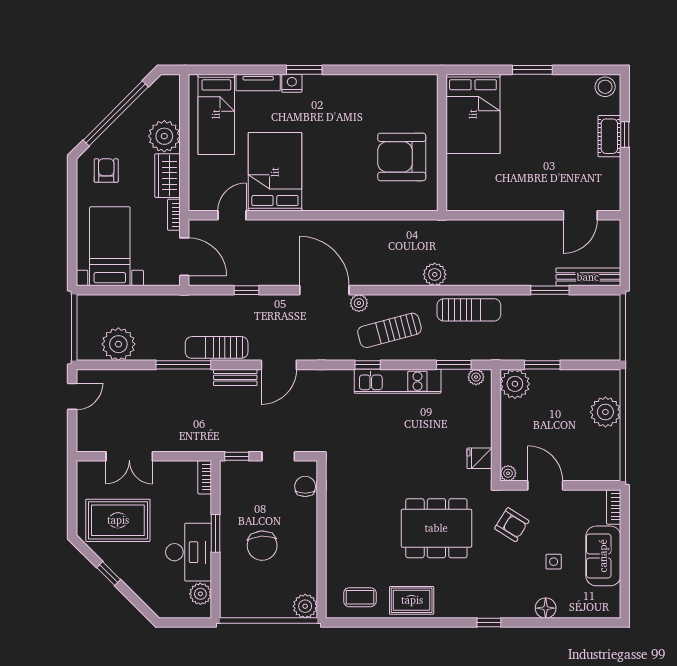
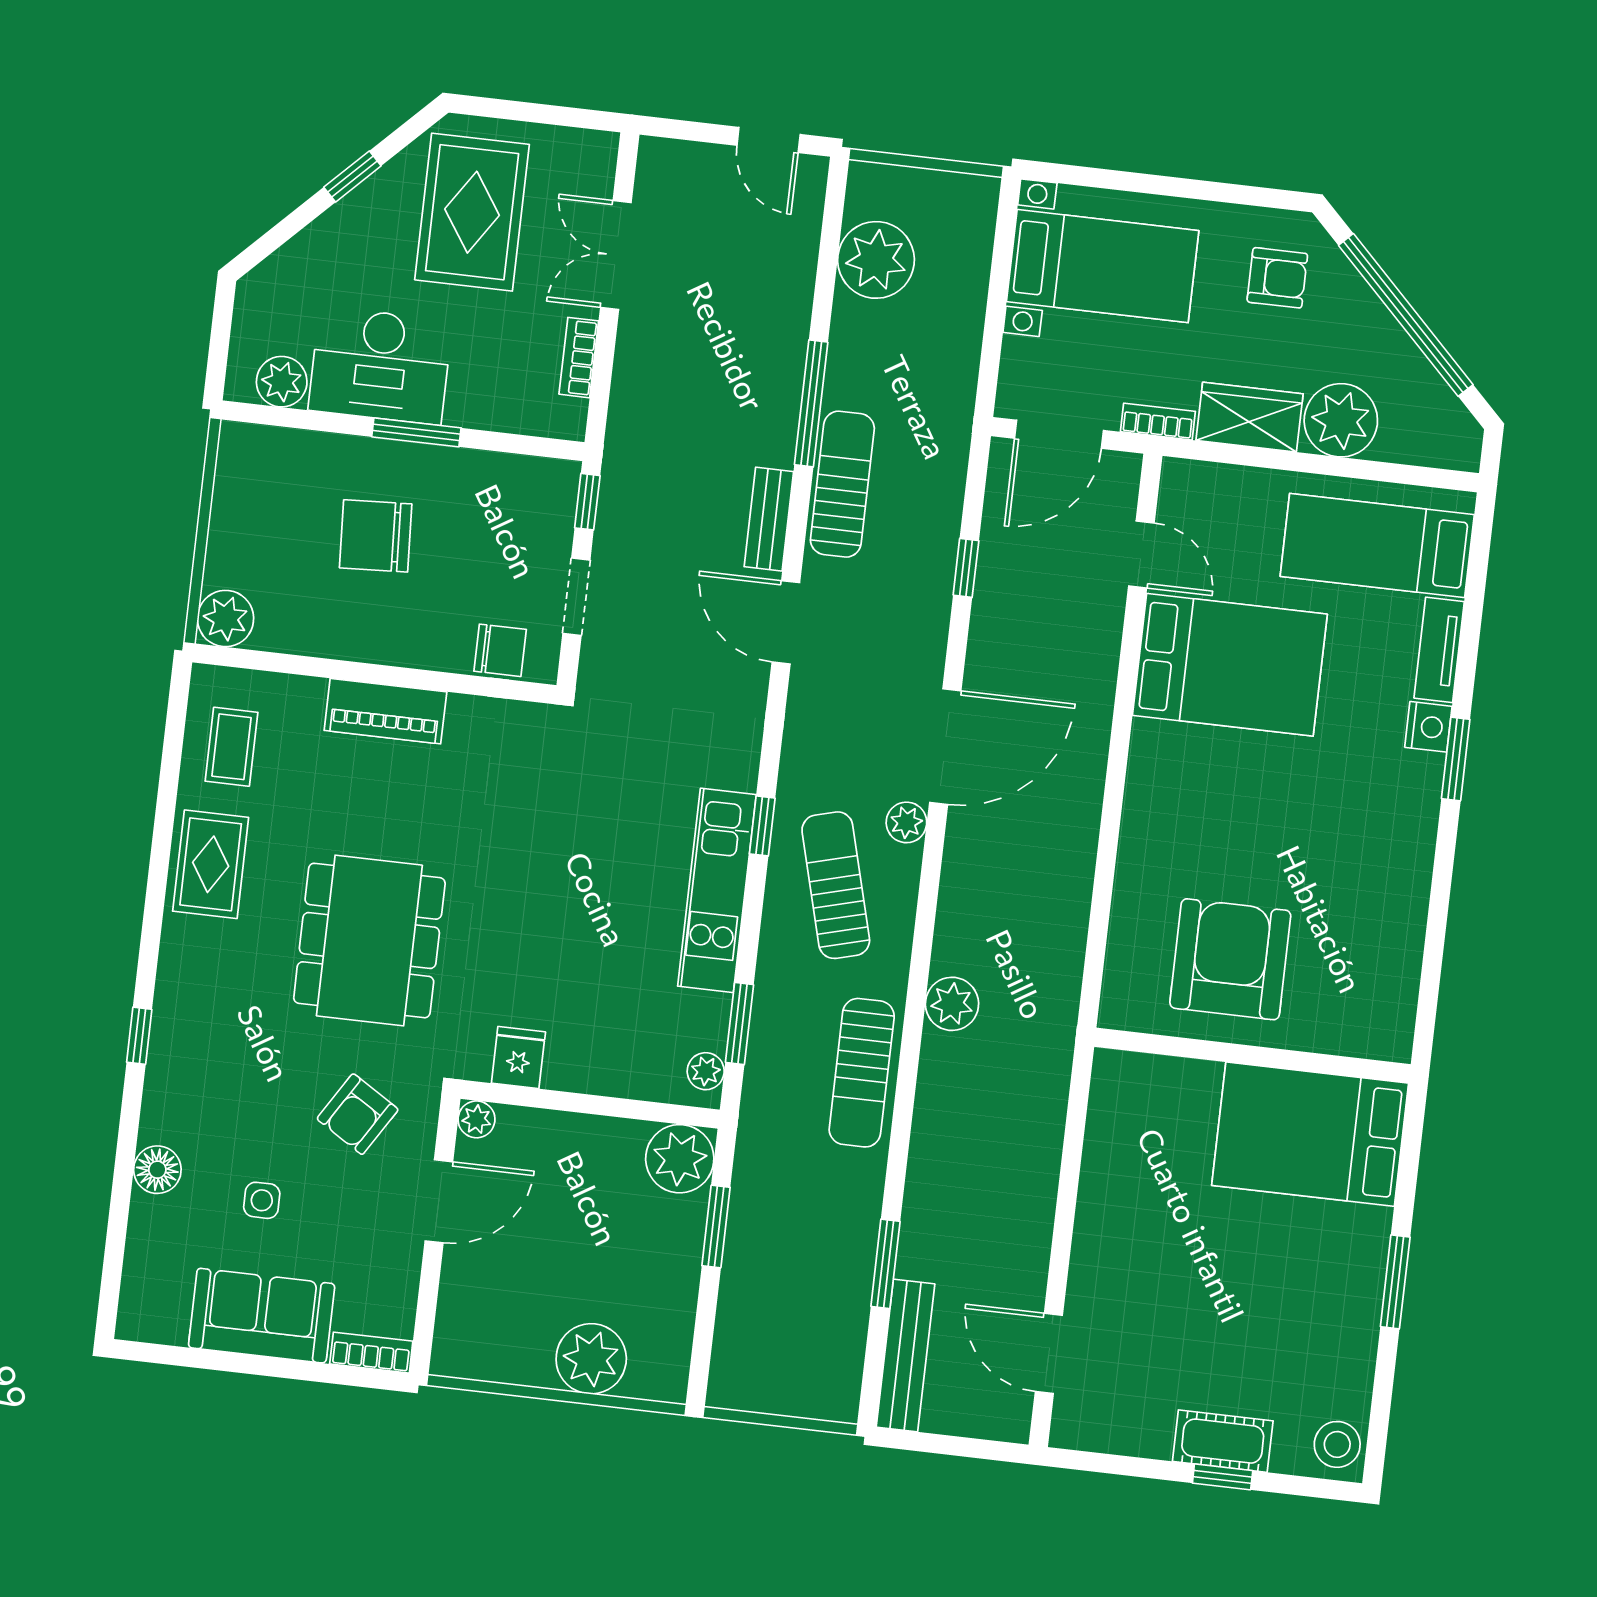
bookcase: (205, 477) -> (579, 358), moved, turned -90
piano: (337, 533) -> (385, 711), added

